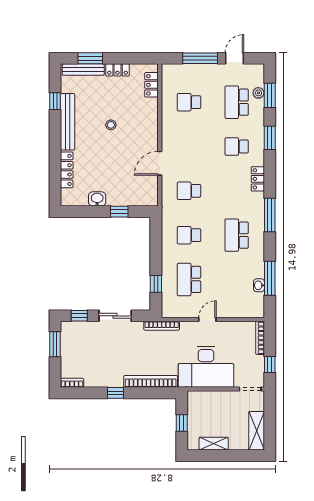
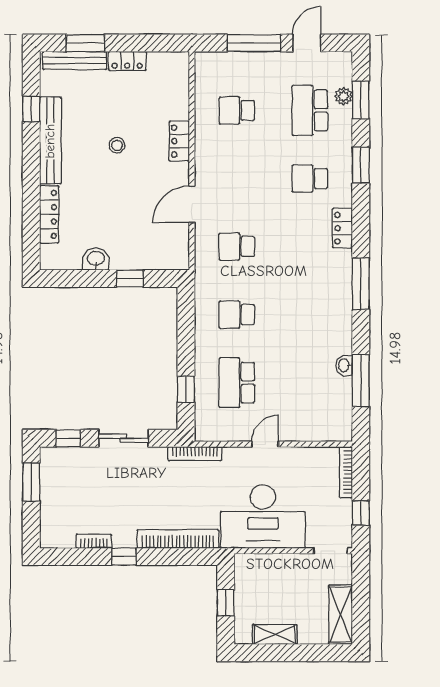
locker: (151, 85) -> (179, 141), moved
school desk: (237, 235) -> (310, 315), removed
washbasin: (259, 285) -> (344, 365), moved
bookcase: (72, 383) -> (94, 541), moved

